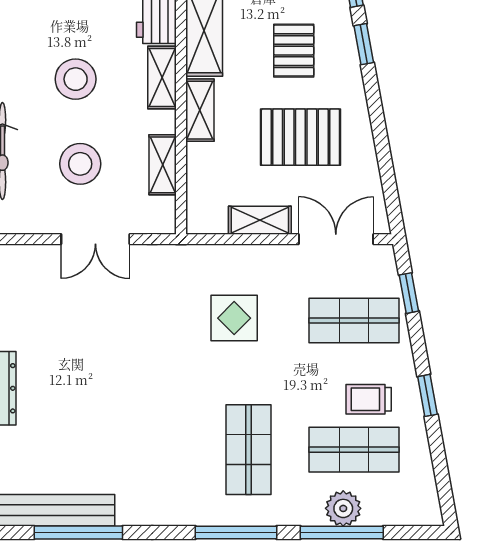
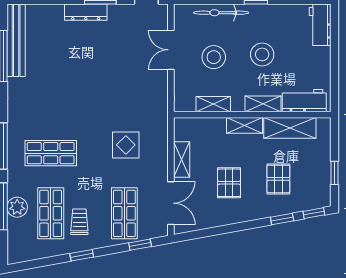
pallet: (294, 51) -> (278, 179), turned 90
pallet: (300, 137) -> (229, 183), width x0.67, depth x0.71
double door: (95, 239) -> (171, 50), moved

